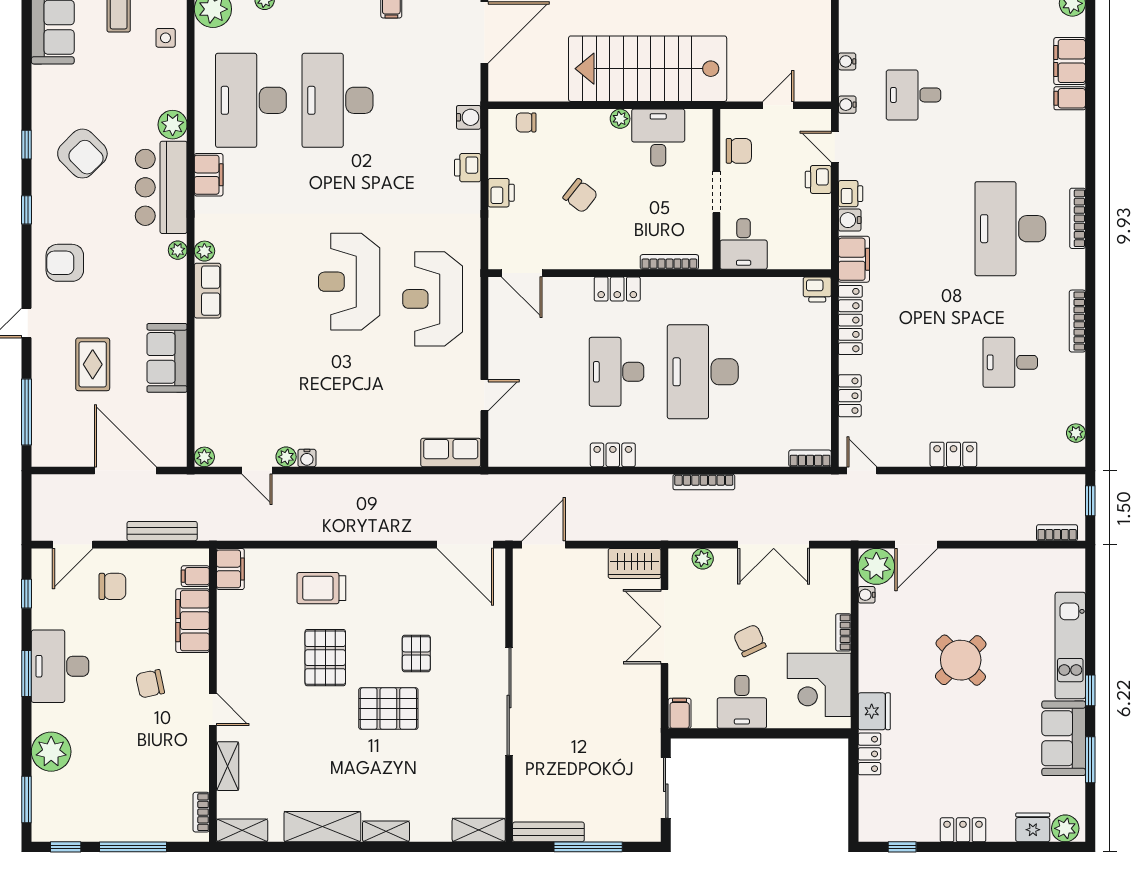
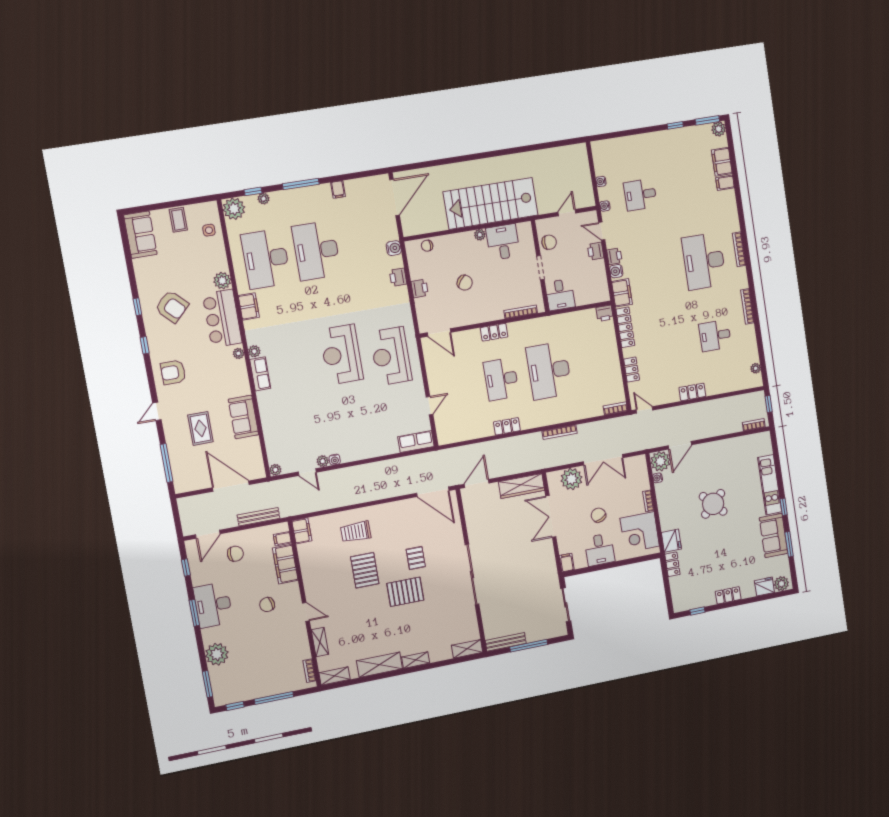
plant: (703, 559) -> (571, 479), width x1.88, depth x1.88
wardrobe: (635, 563) -> (522, 486), width x1.50

